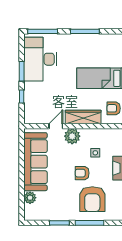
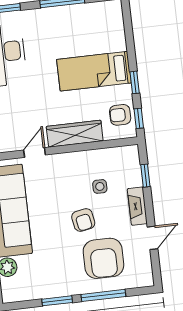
plant: (72, 136) -> (61, 165), removed
armchair: (82, 173) -> (83, 220), turned -101

